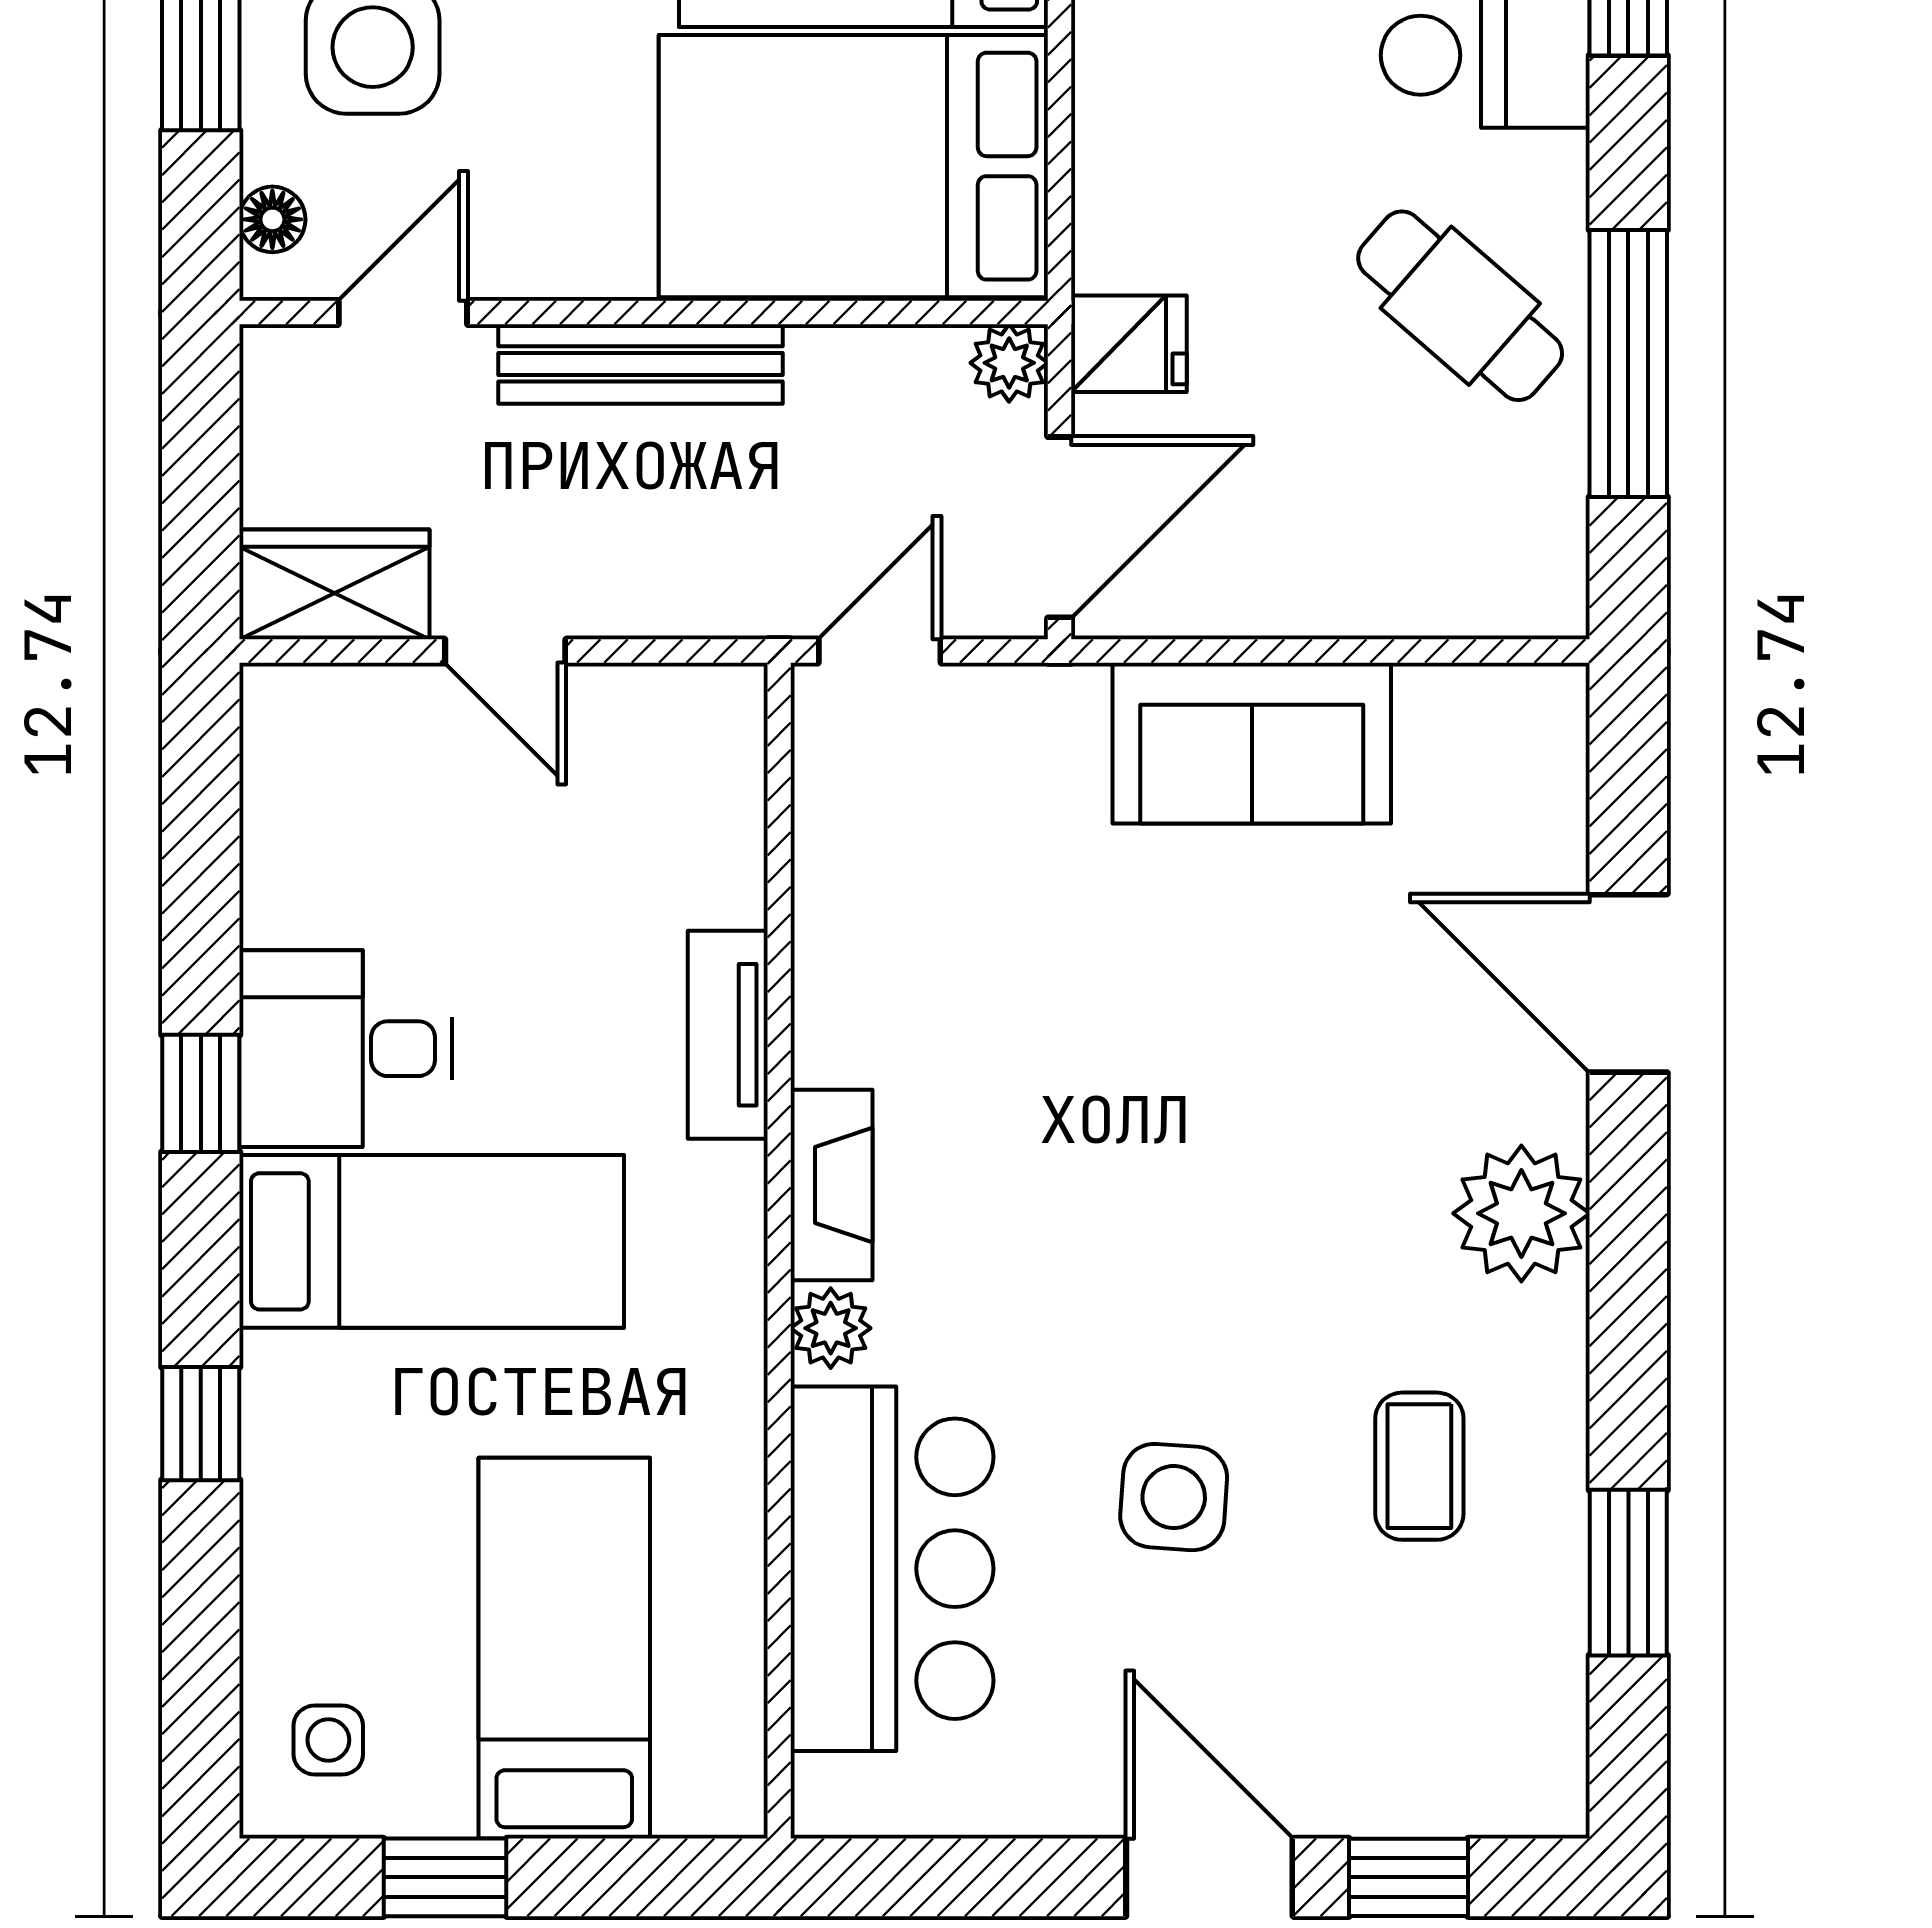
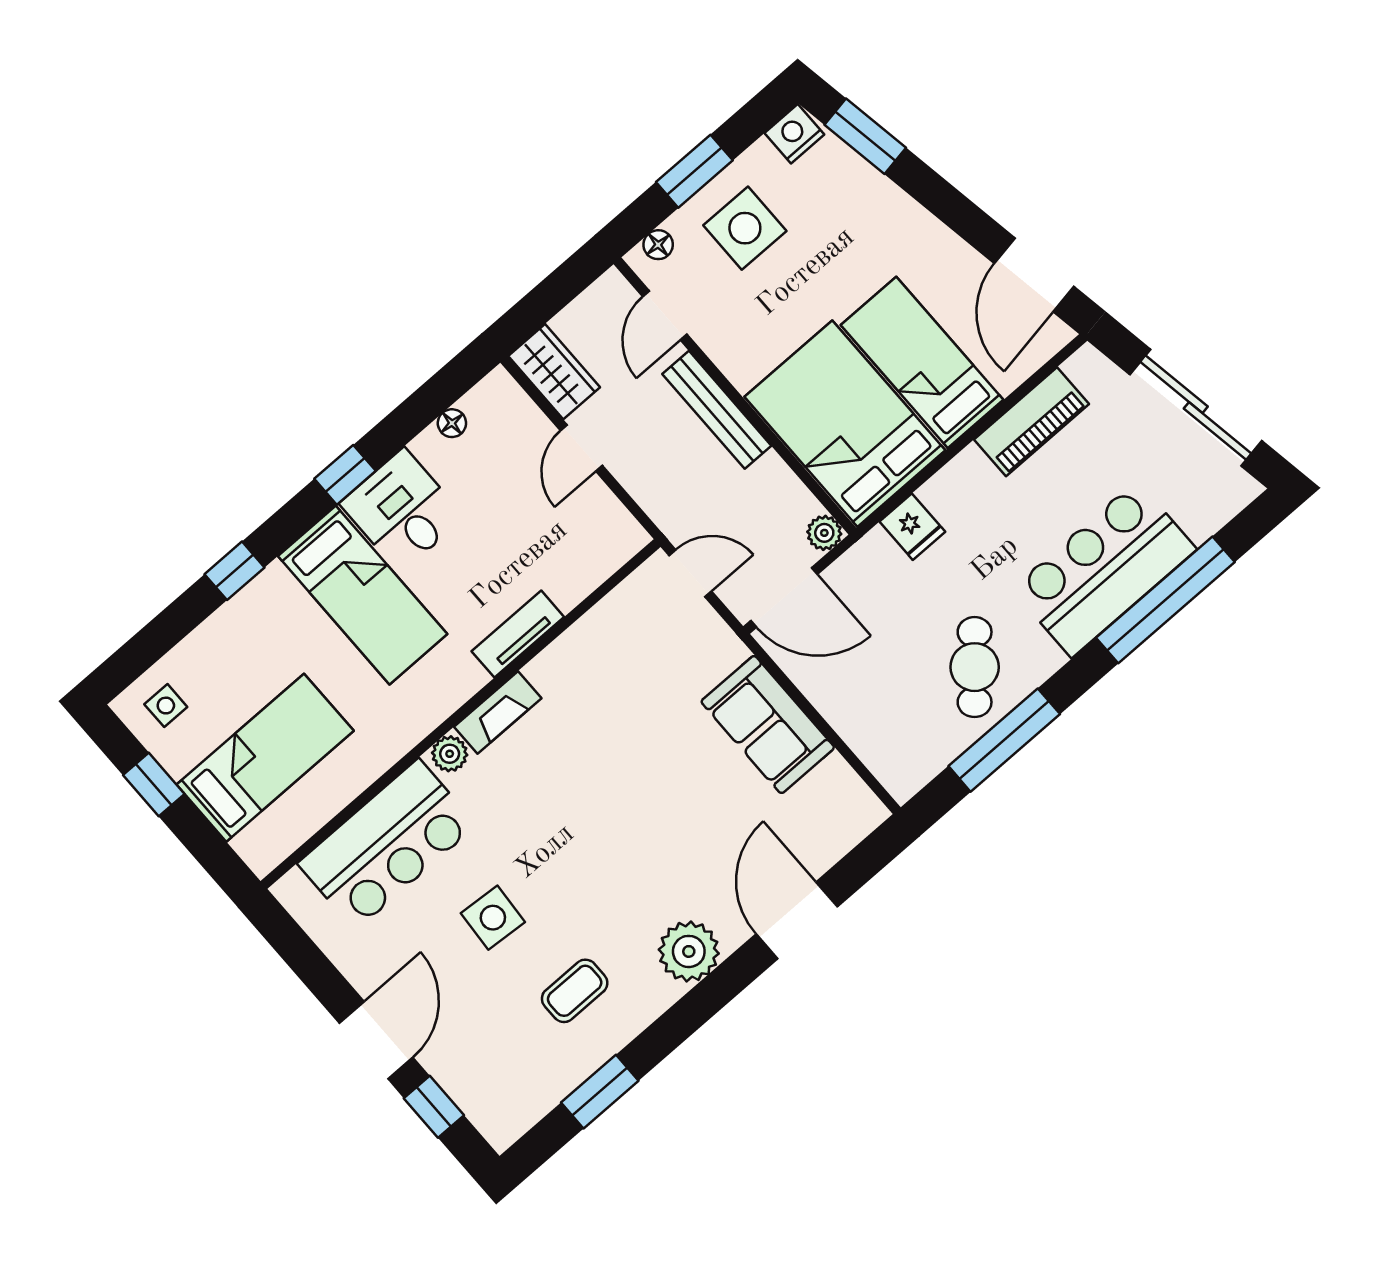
door: (403, 313) -> (665, 315), swing flipped
fridge: (1129, 344) -> (912, 527), moved
floor lamp: (271, 835) -> (452, 423), added

